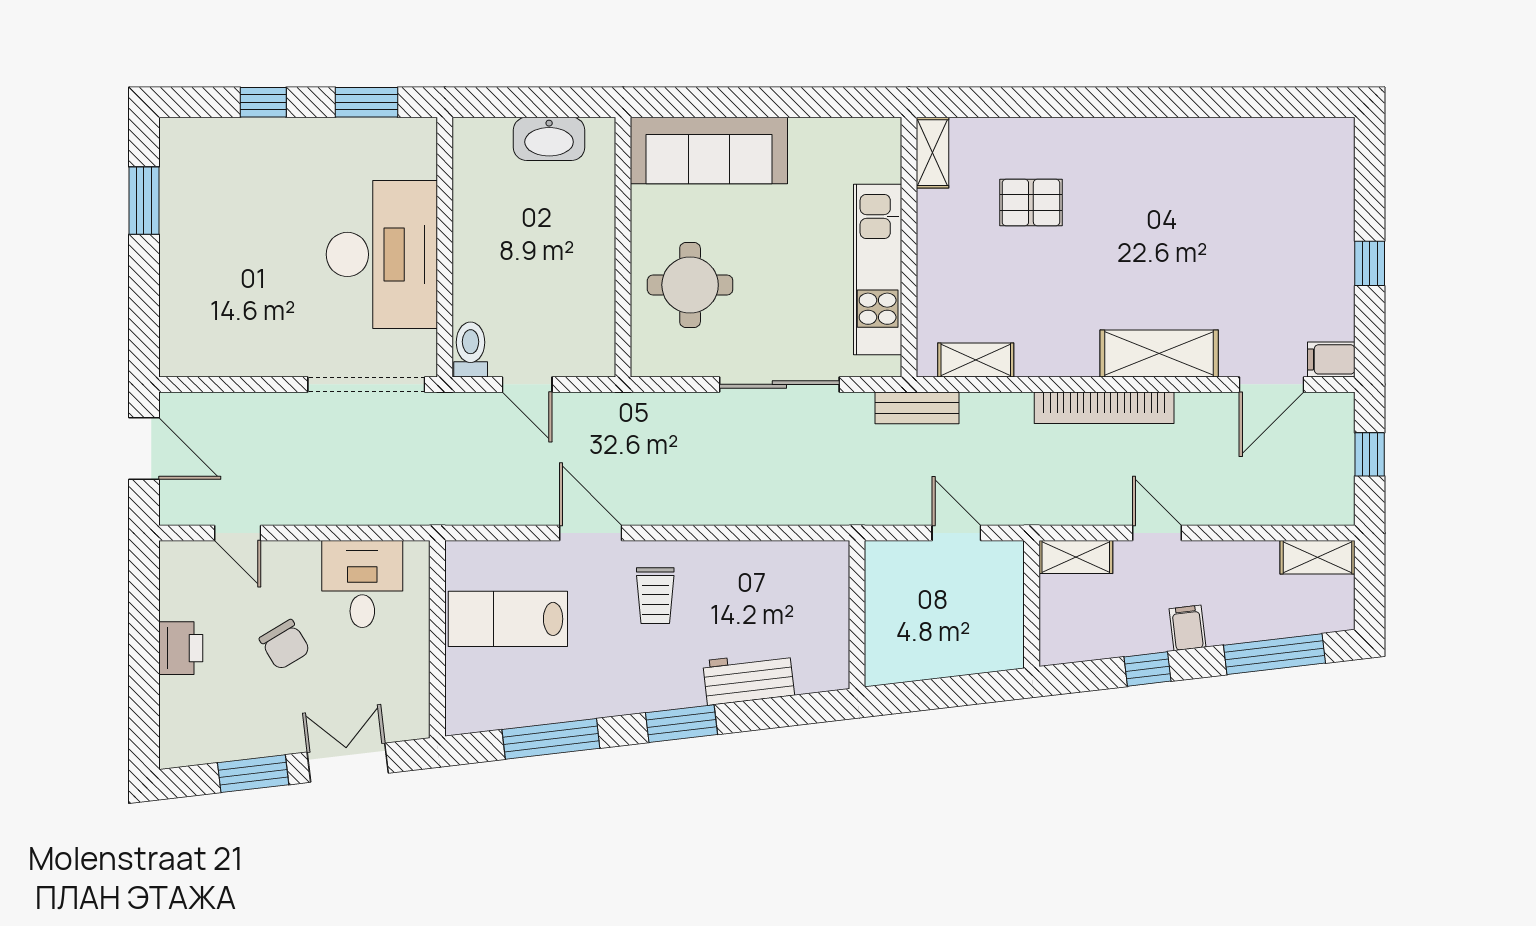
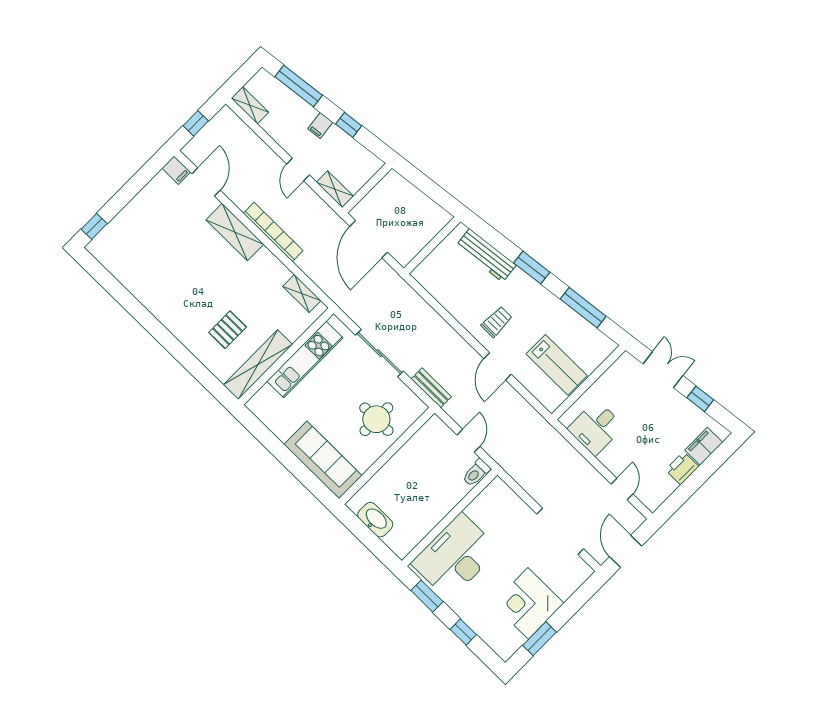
shelving: (933, 153) -> (258, 365), width x2.20, depth x1.33
pallet: (1031, 203) -> (228, 330), turned 90
corner desk: (210, 235) -> (528, 603), added
desk: (382, 254) -> (455, 556), moved
window: (1370, 263) -> (94, 226), moved
doorway: (366, 384) -> (560, 531), moved
door: (1271, 384) -> (206, 182), hinge flipped
bench: (917, 408) -> (431, 388), moved
door: (956, 533) -> (369, 239), width x1.87
chair: (285, 645) -> (644, 433), removed
workbench: (748, 678) -> (486, 255), width x1.37
filing cabinet: (181, 710) -> (704, 446), added
double door: (348, 763) -> (663, 370), swing flipped
window: (253, 774) -> (700, 399), width x0.67

